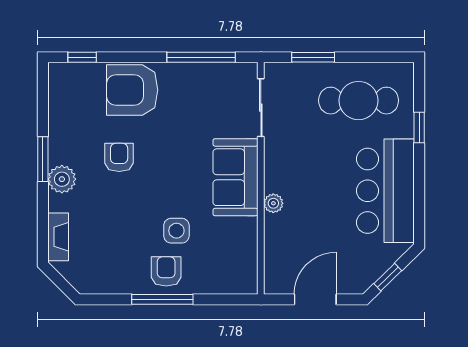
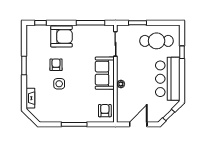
armchair: (132, 90) -> (62, 36), turned 180
plant: (62, 179) -> (32, 74), removed
side table: (176, 231) -> (59, 84), moved
armchair: (166, 271) -> (105, 111), moved

